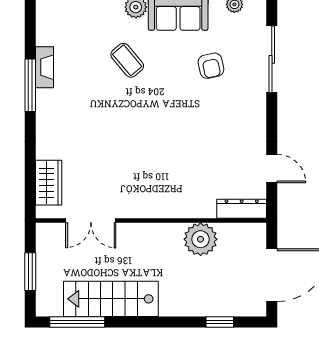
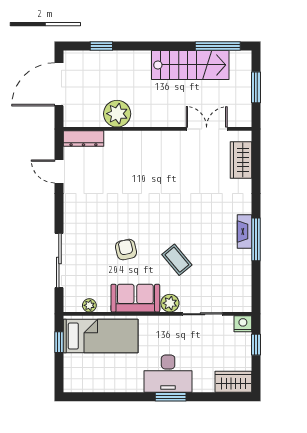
armchair: (211, 66) -> (126, 250), moved
fireplace: (44, 67) -> (244, 232), moved

